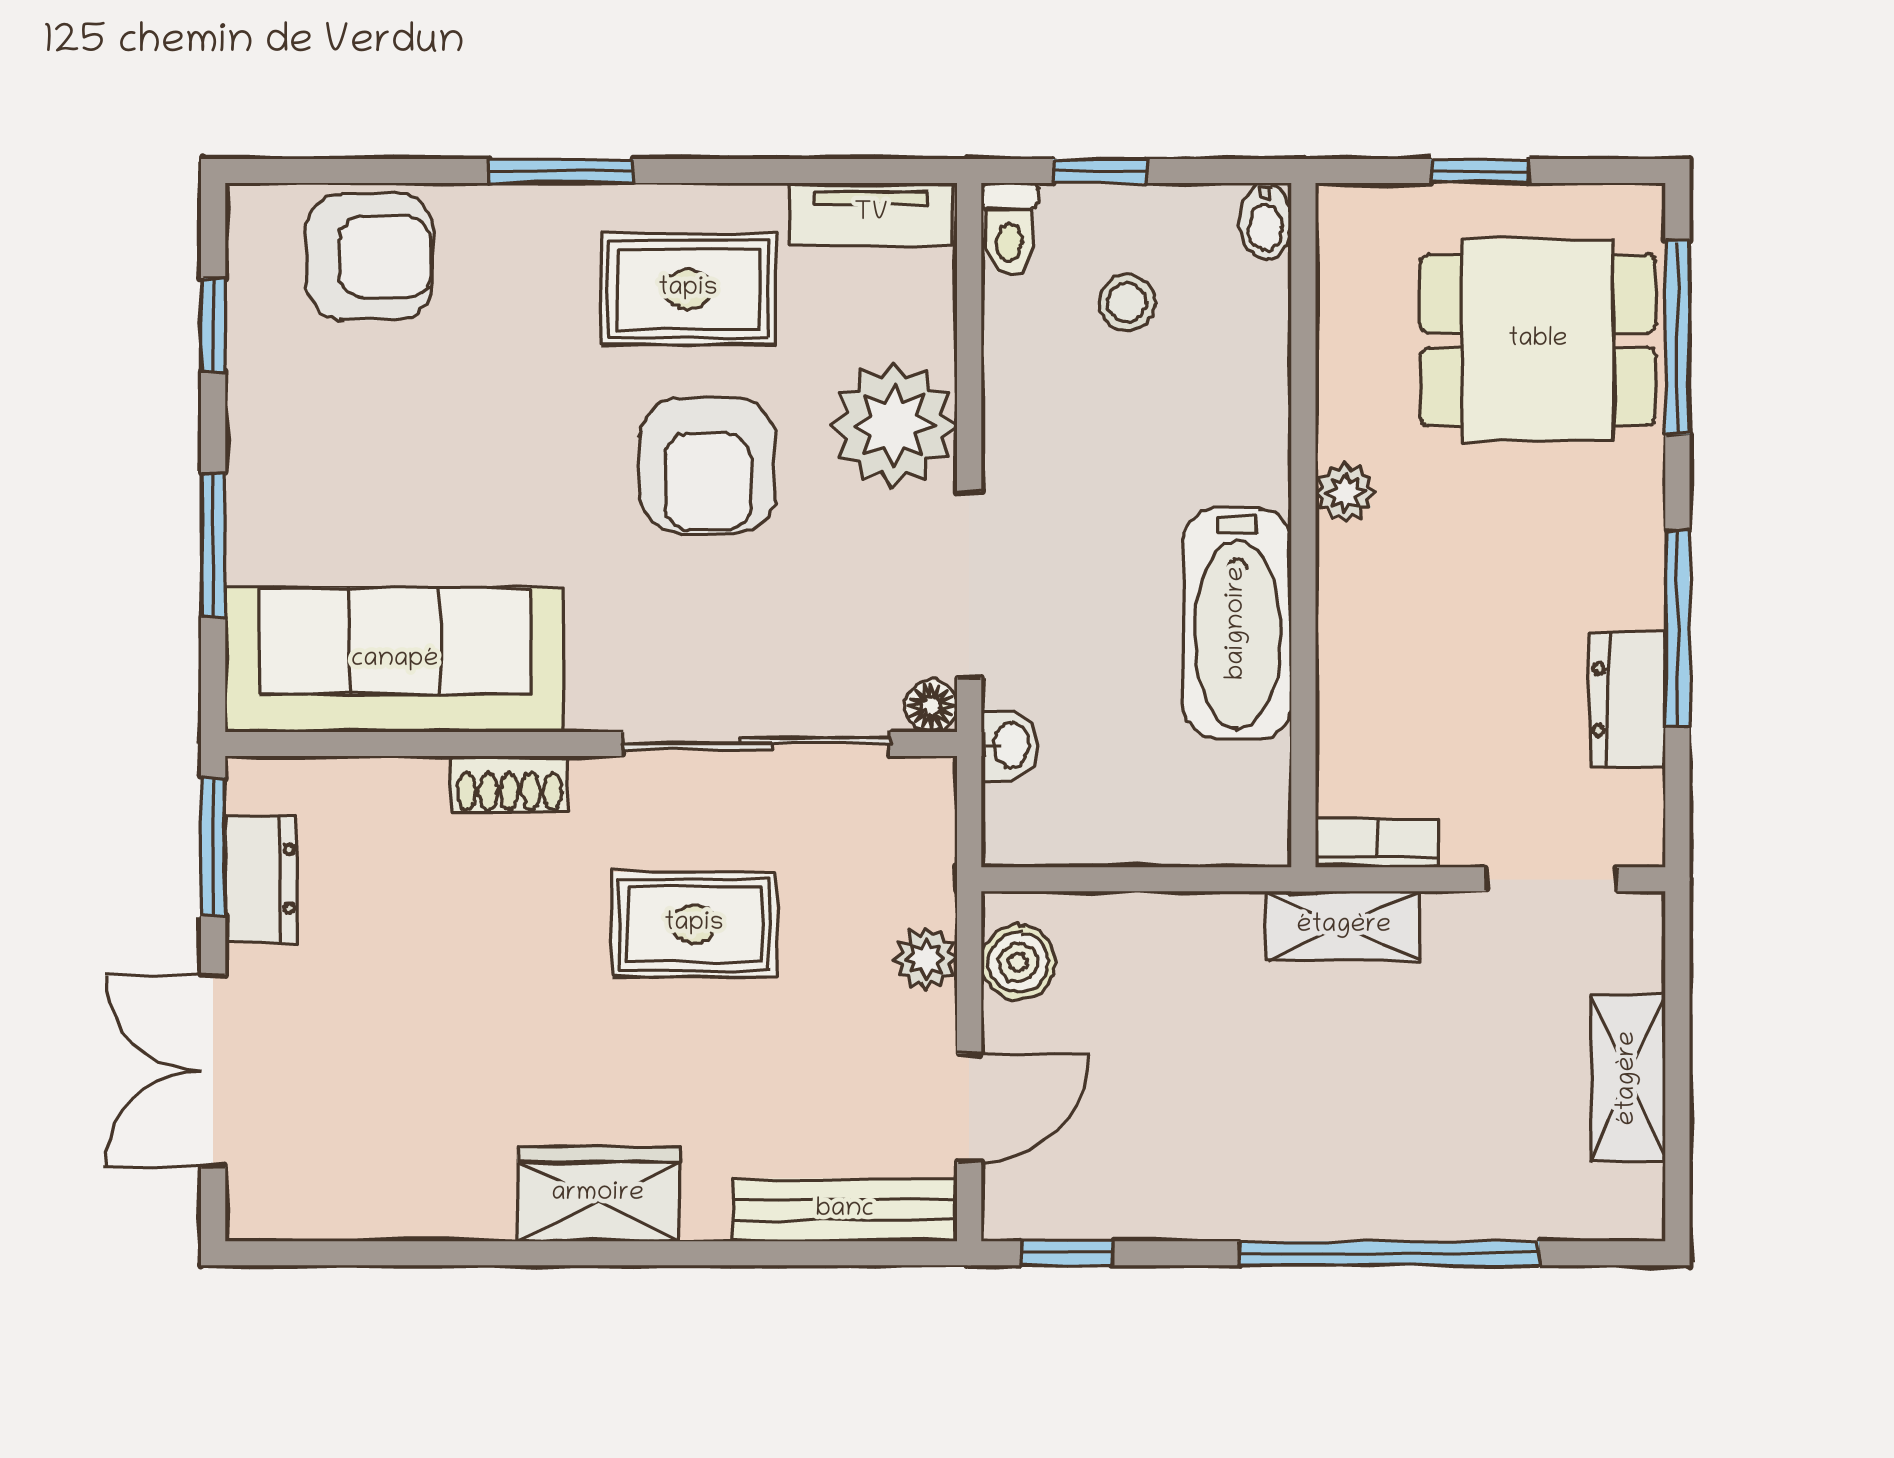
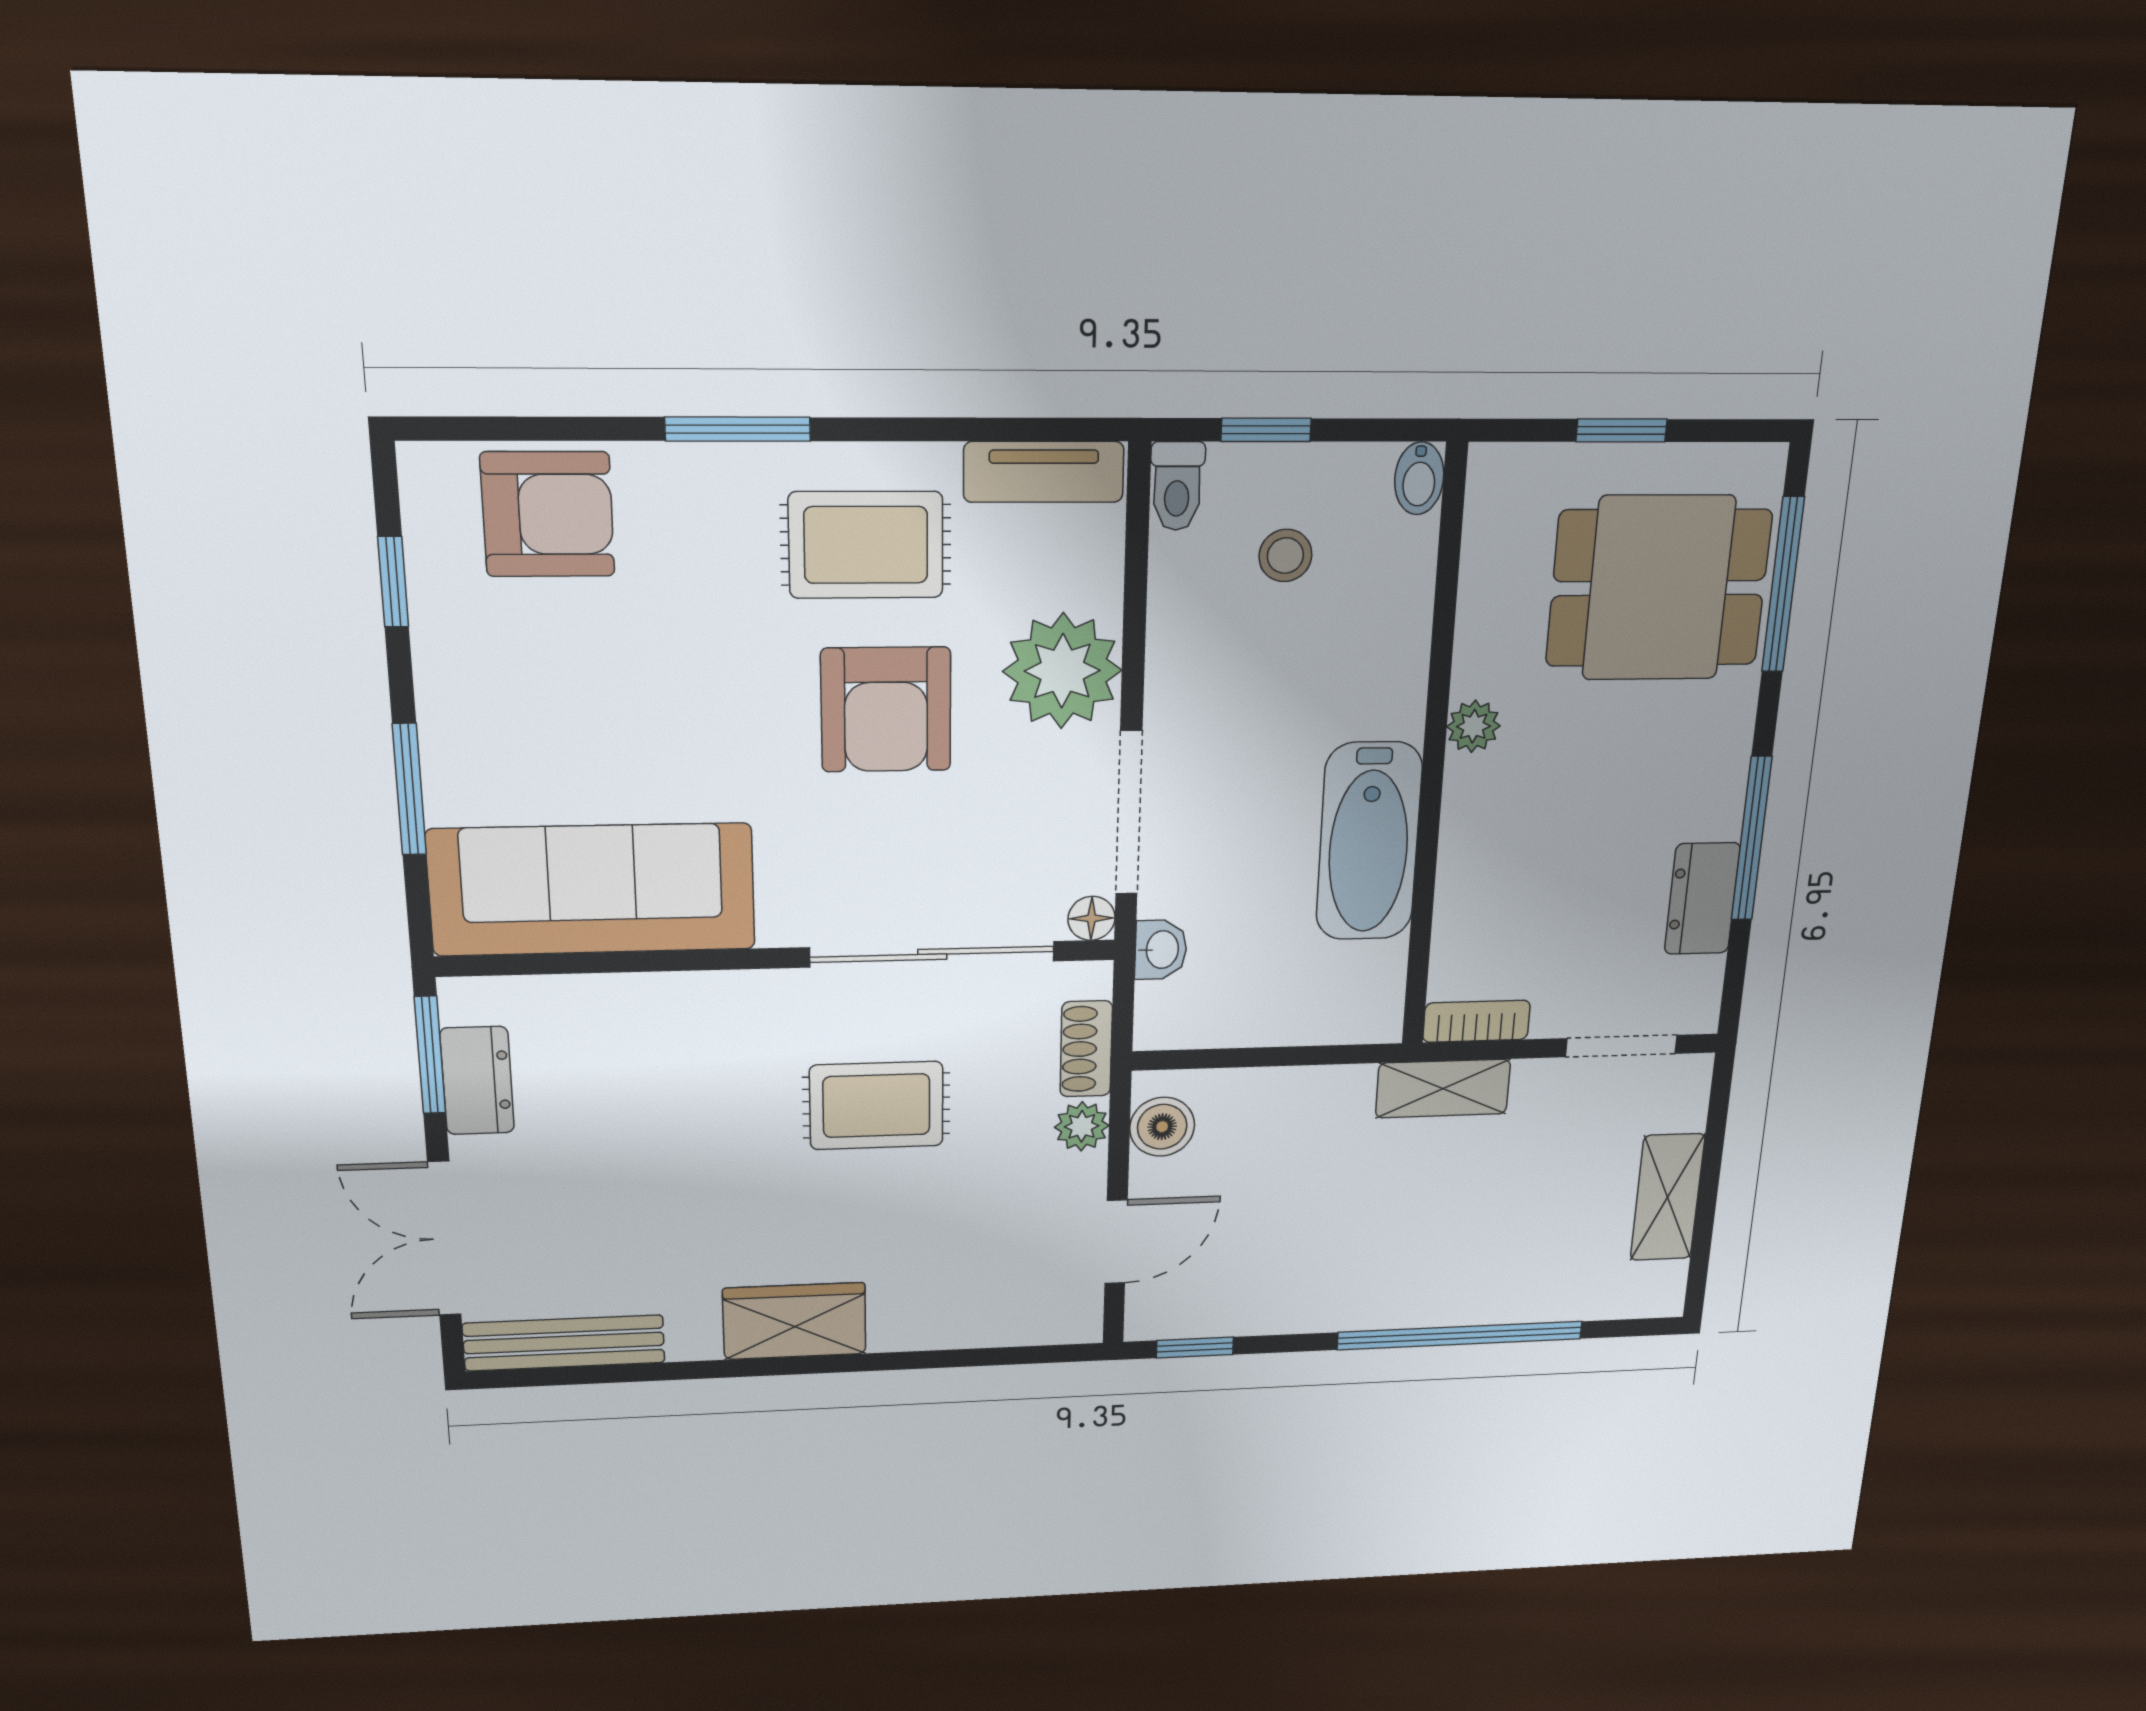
shoe rack: (509, 784) -> (1086, 1049), moved, turned 90
bench: (845, 1210) -> (564, 1343), moved

